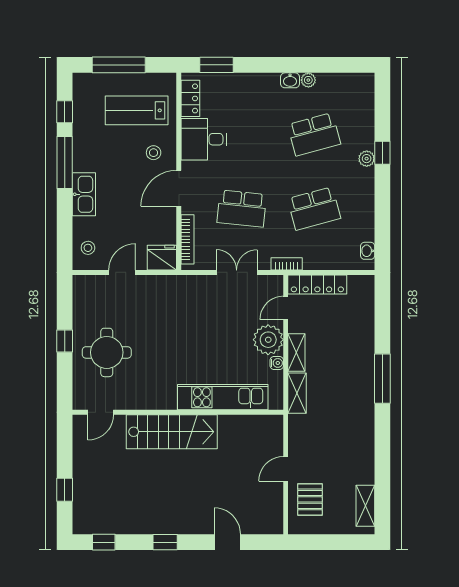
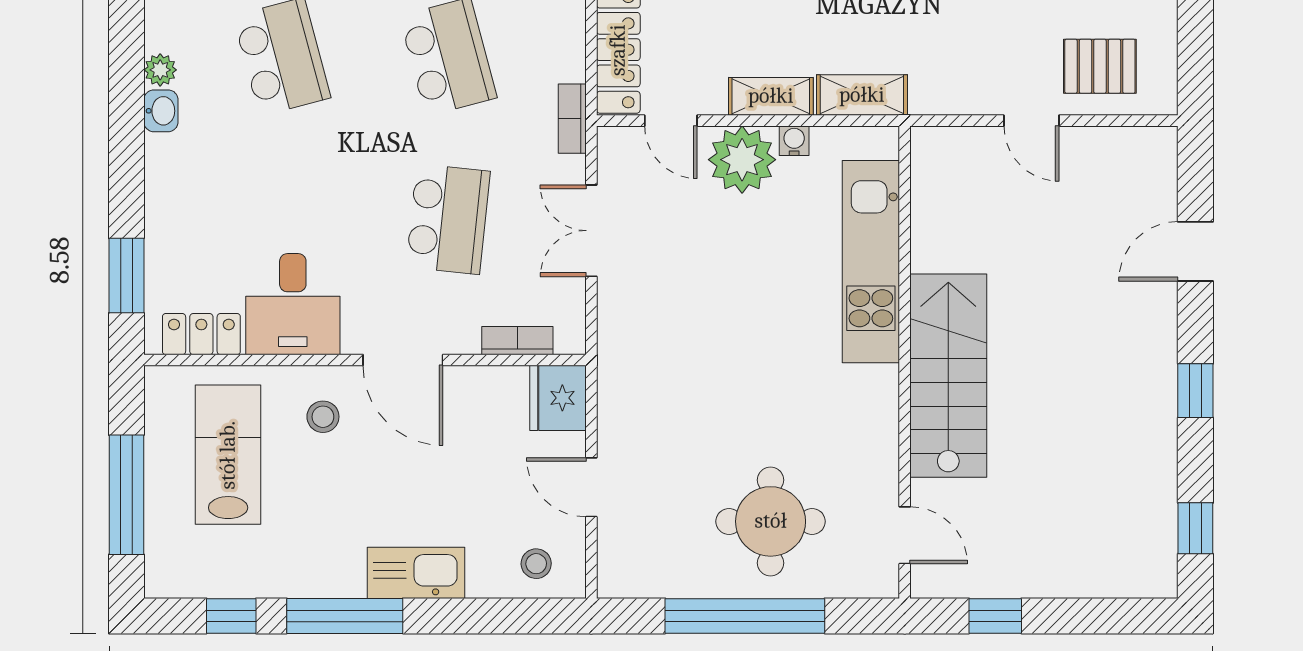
lab bench: (137, 110) -> (228, 455), turned 180
bookcase: (187, 239) -> (517, 341), width x0.64
window: (65, 341) -> (745, 616), width x3.17
window: (65, 490) -> (995, 616), moved

